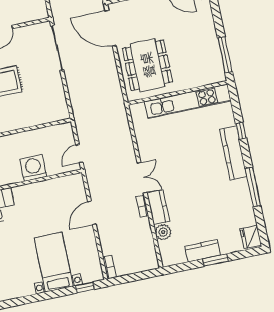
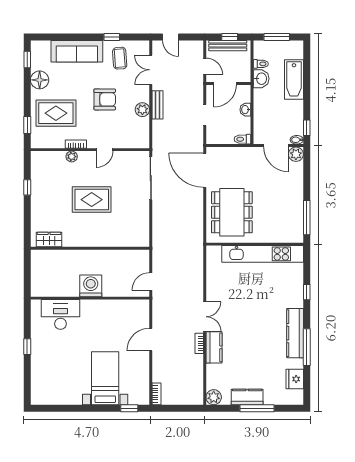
kitchen counter: (233, 153) -> (295, 333), moved
washing machine: (33, 168) -> (91, 286), moved
plant: (163, 232) -> (214, 397), moved
fridge: (251, 237) -> (295, 379), moved
window: (215, 260) -> (257, 408), width x1.44

